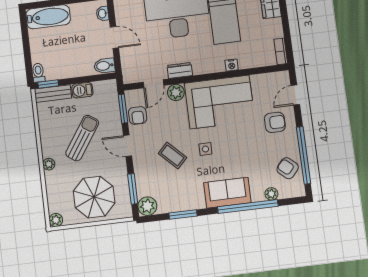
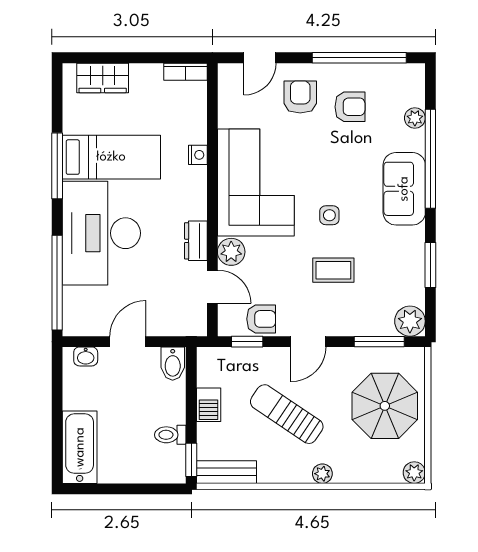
toilet: (38, 73) -> (170, 435), moved
bench: (53, 94) -> (226, 472), moved, turned 90
door: (295, 95) -> (260, 58), hinge flipped
window: (123, 109) -> (247, 342), width x0.67
coffee table: (172, 156) -> (333, 270), turned 45
armchair: (288, 168) -> (350, 107), moved, turned -131

